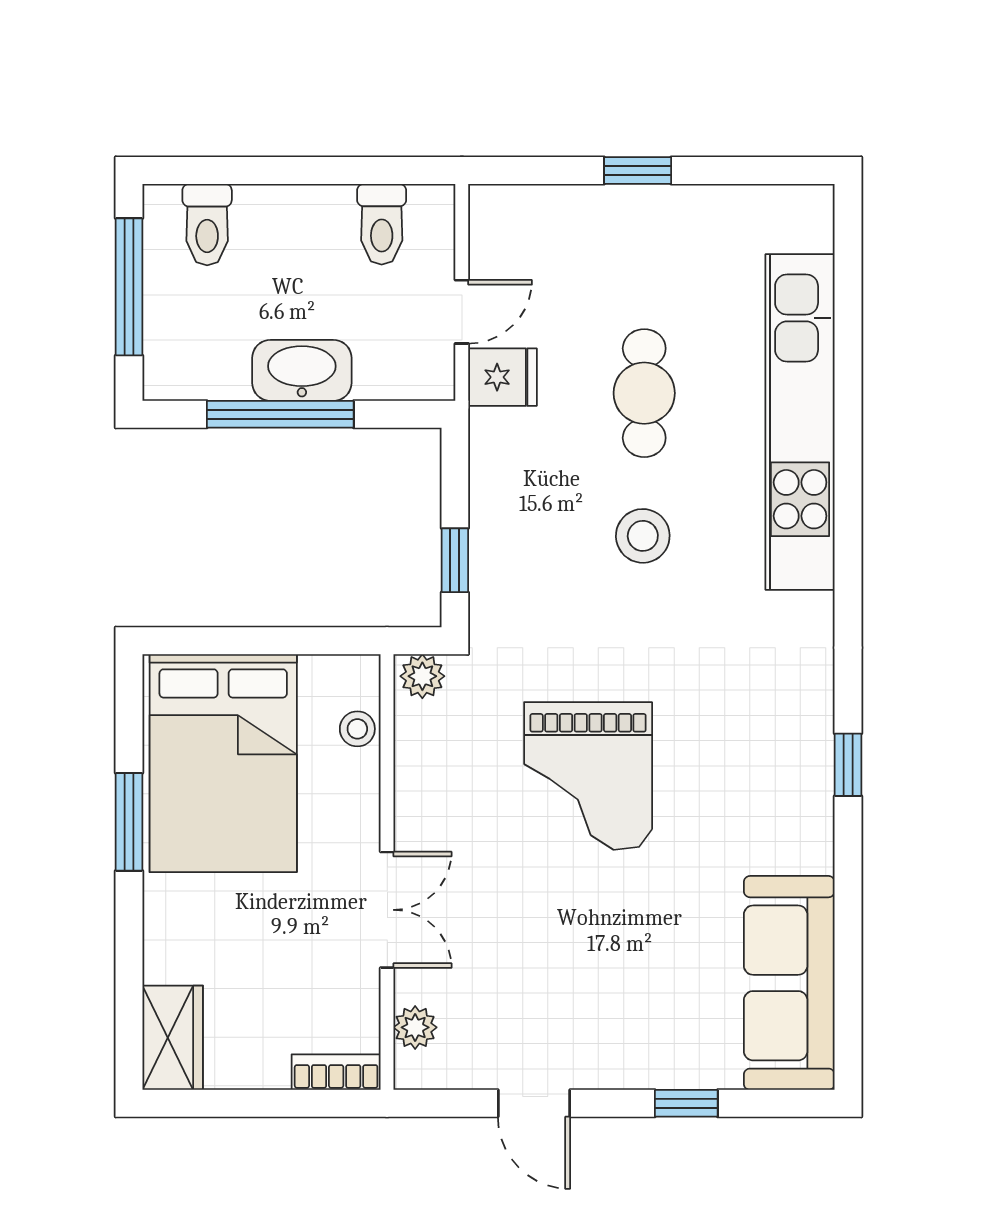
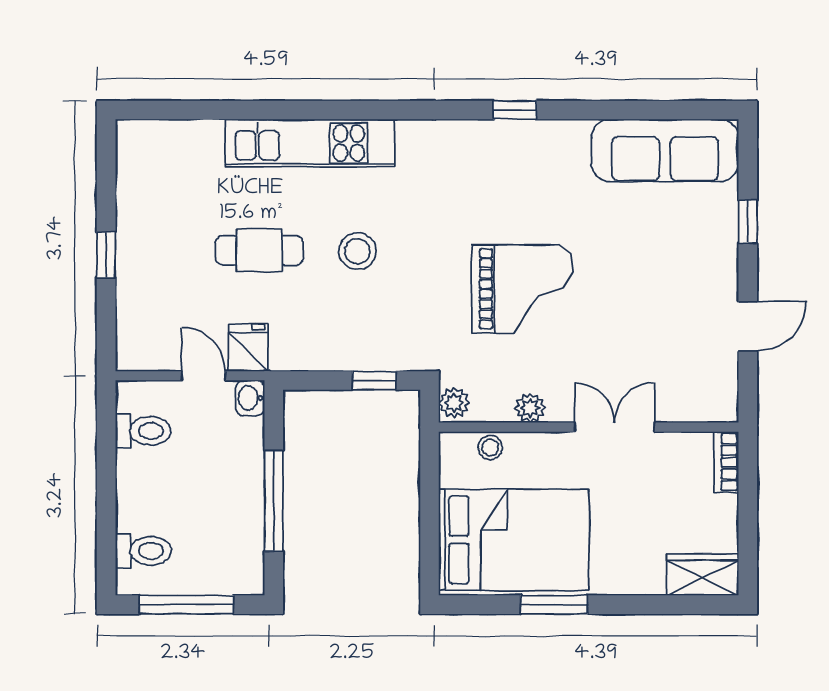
washbasin: (302, 370) -> (250, 398), moved, width x0.52, depth x0.69
kitchen unit: (800, 422) -> (310, 143), width x0.73
plant: (415, 1027) -> (530, 408), moved

